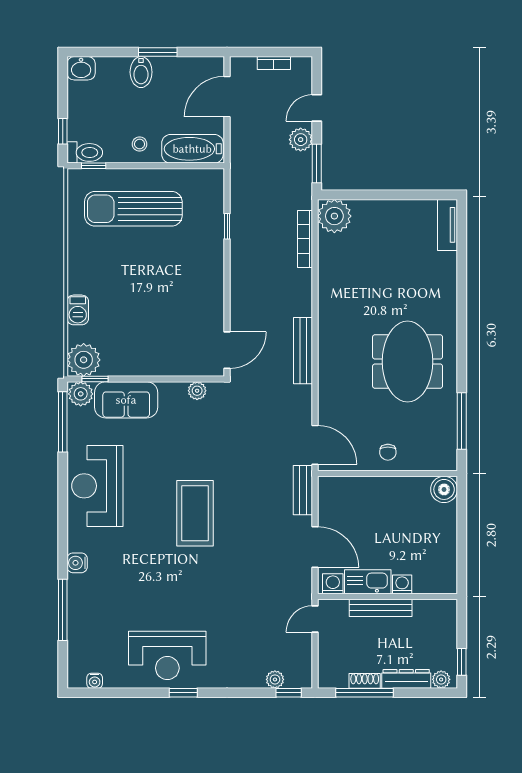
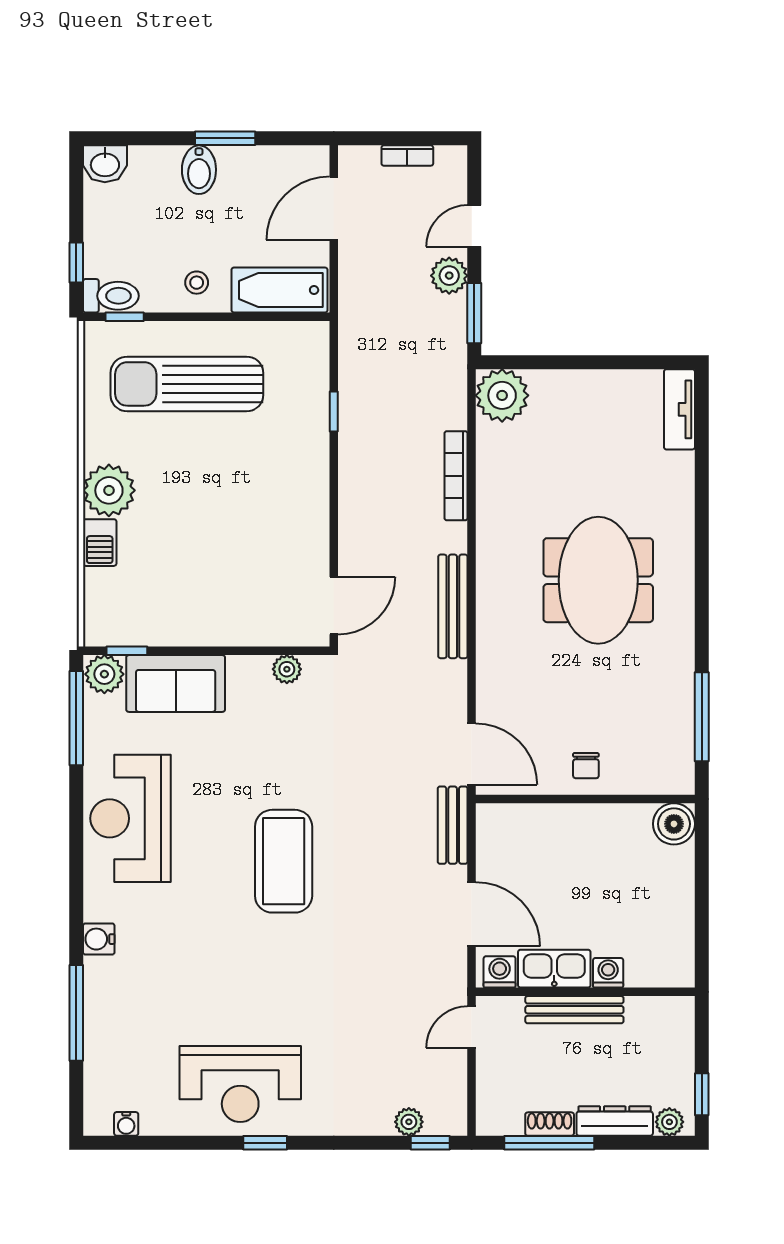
bookcase: (305, 239) -> (456, 476), moved
plant: (84, 360) -> (109, 490), moved
meeting table: (408, 362) -> (598, 580), moved

